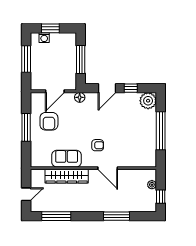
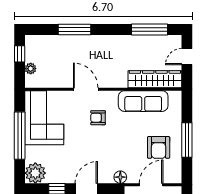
armchair: (49, 121) -> (159, 147), turned 180
corner sofa: (141, 145) -> (44, 118), added
sofa: (67, 159) -> (143, 101), width x1.36
wardrobe: (67, 176) -> (155, 79), moved

